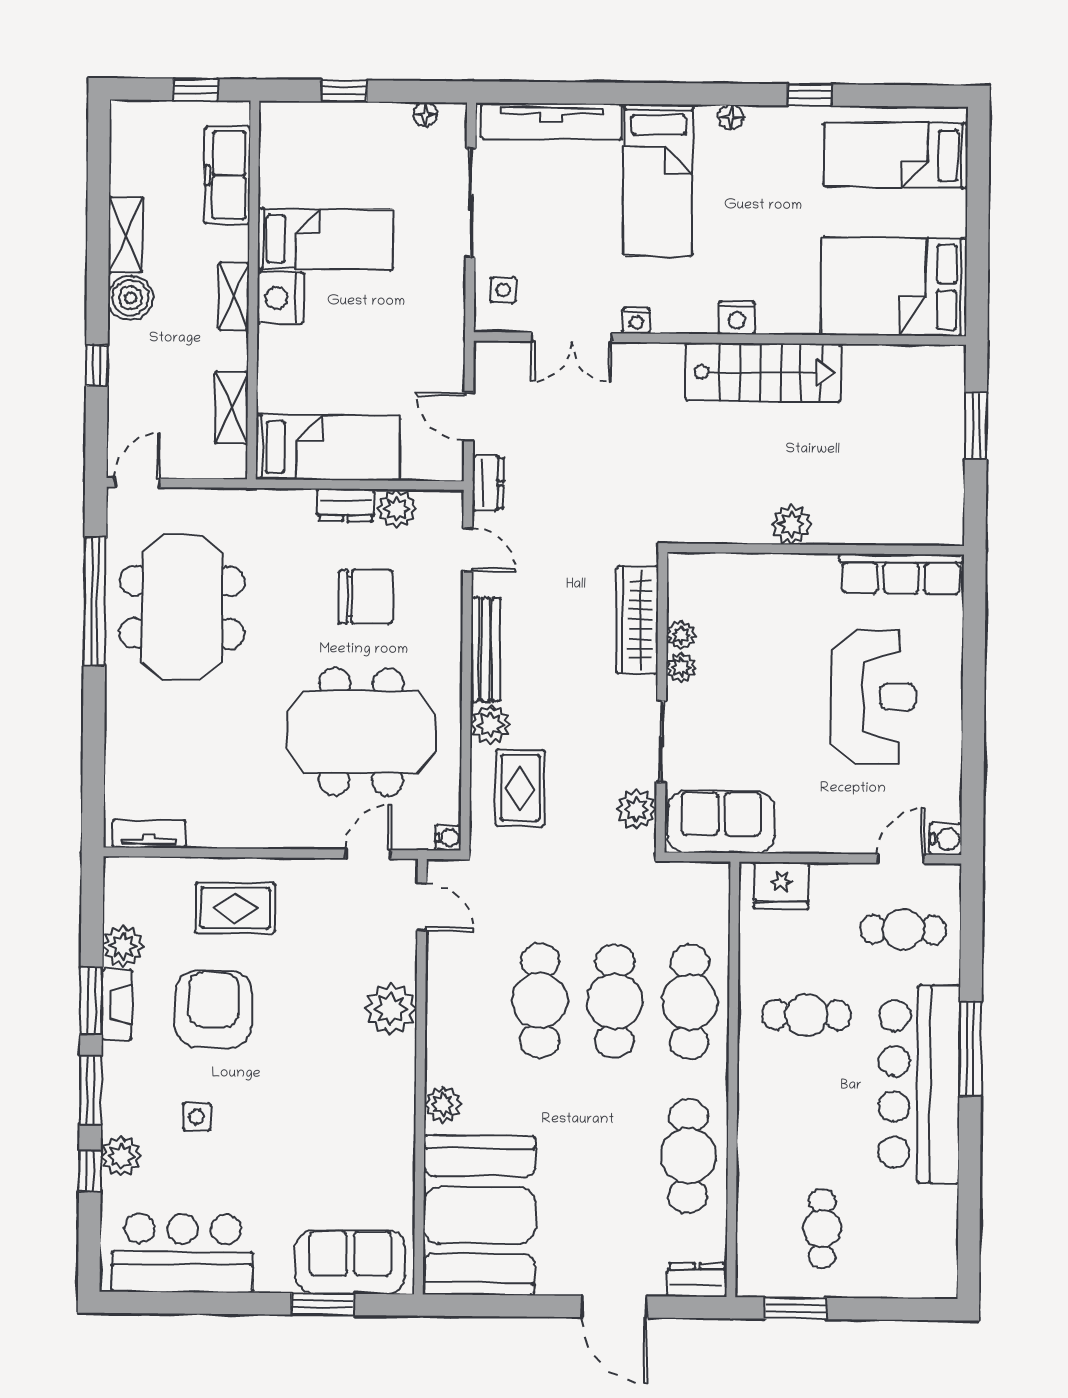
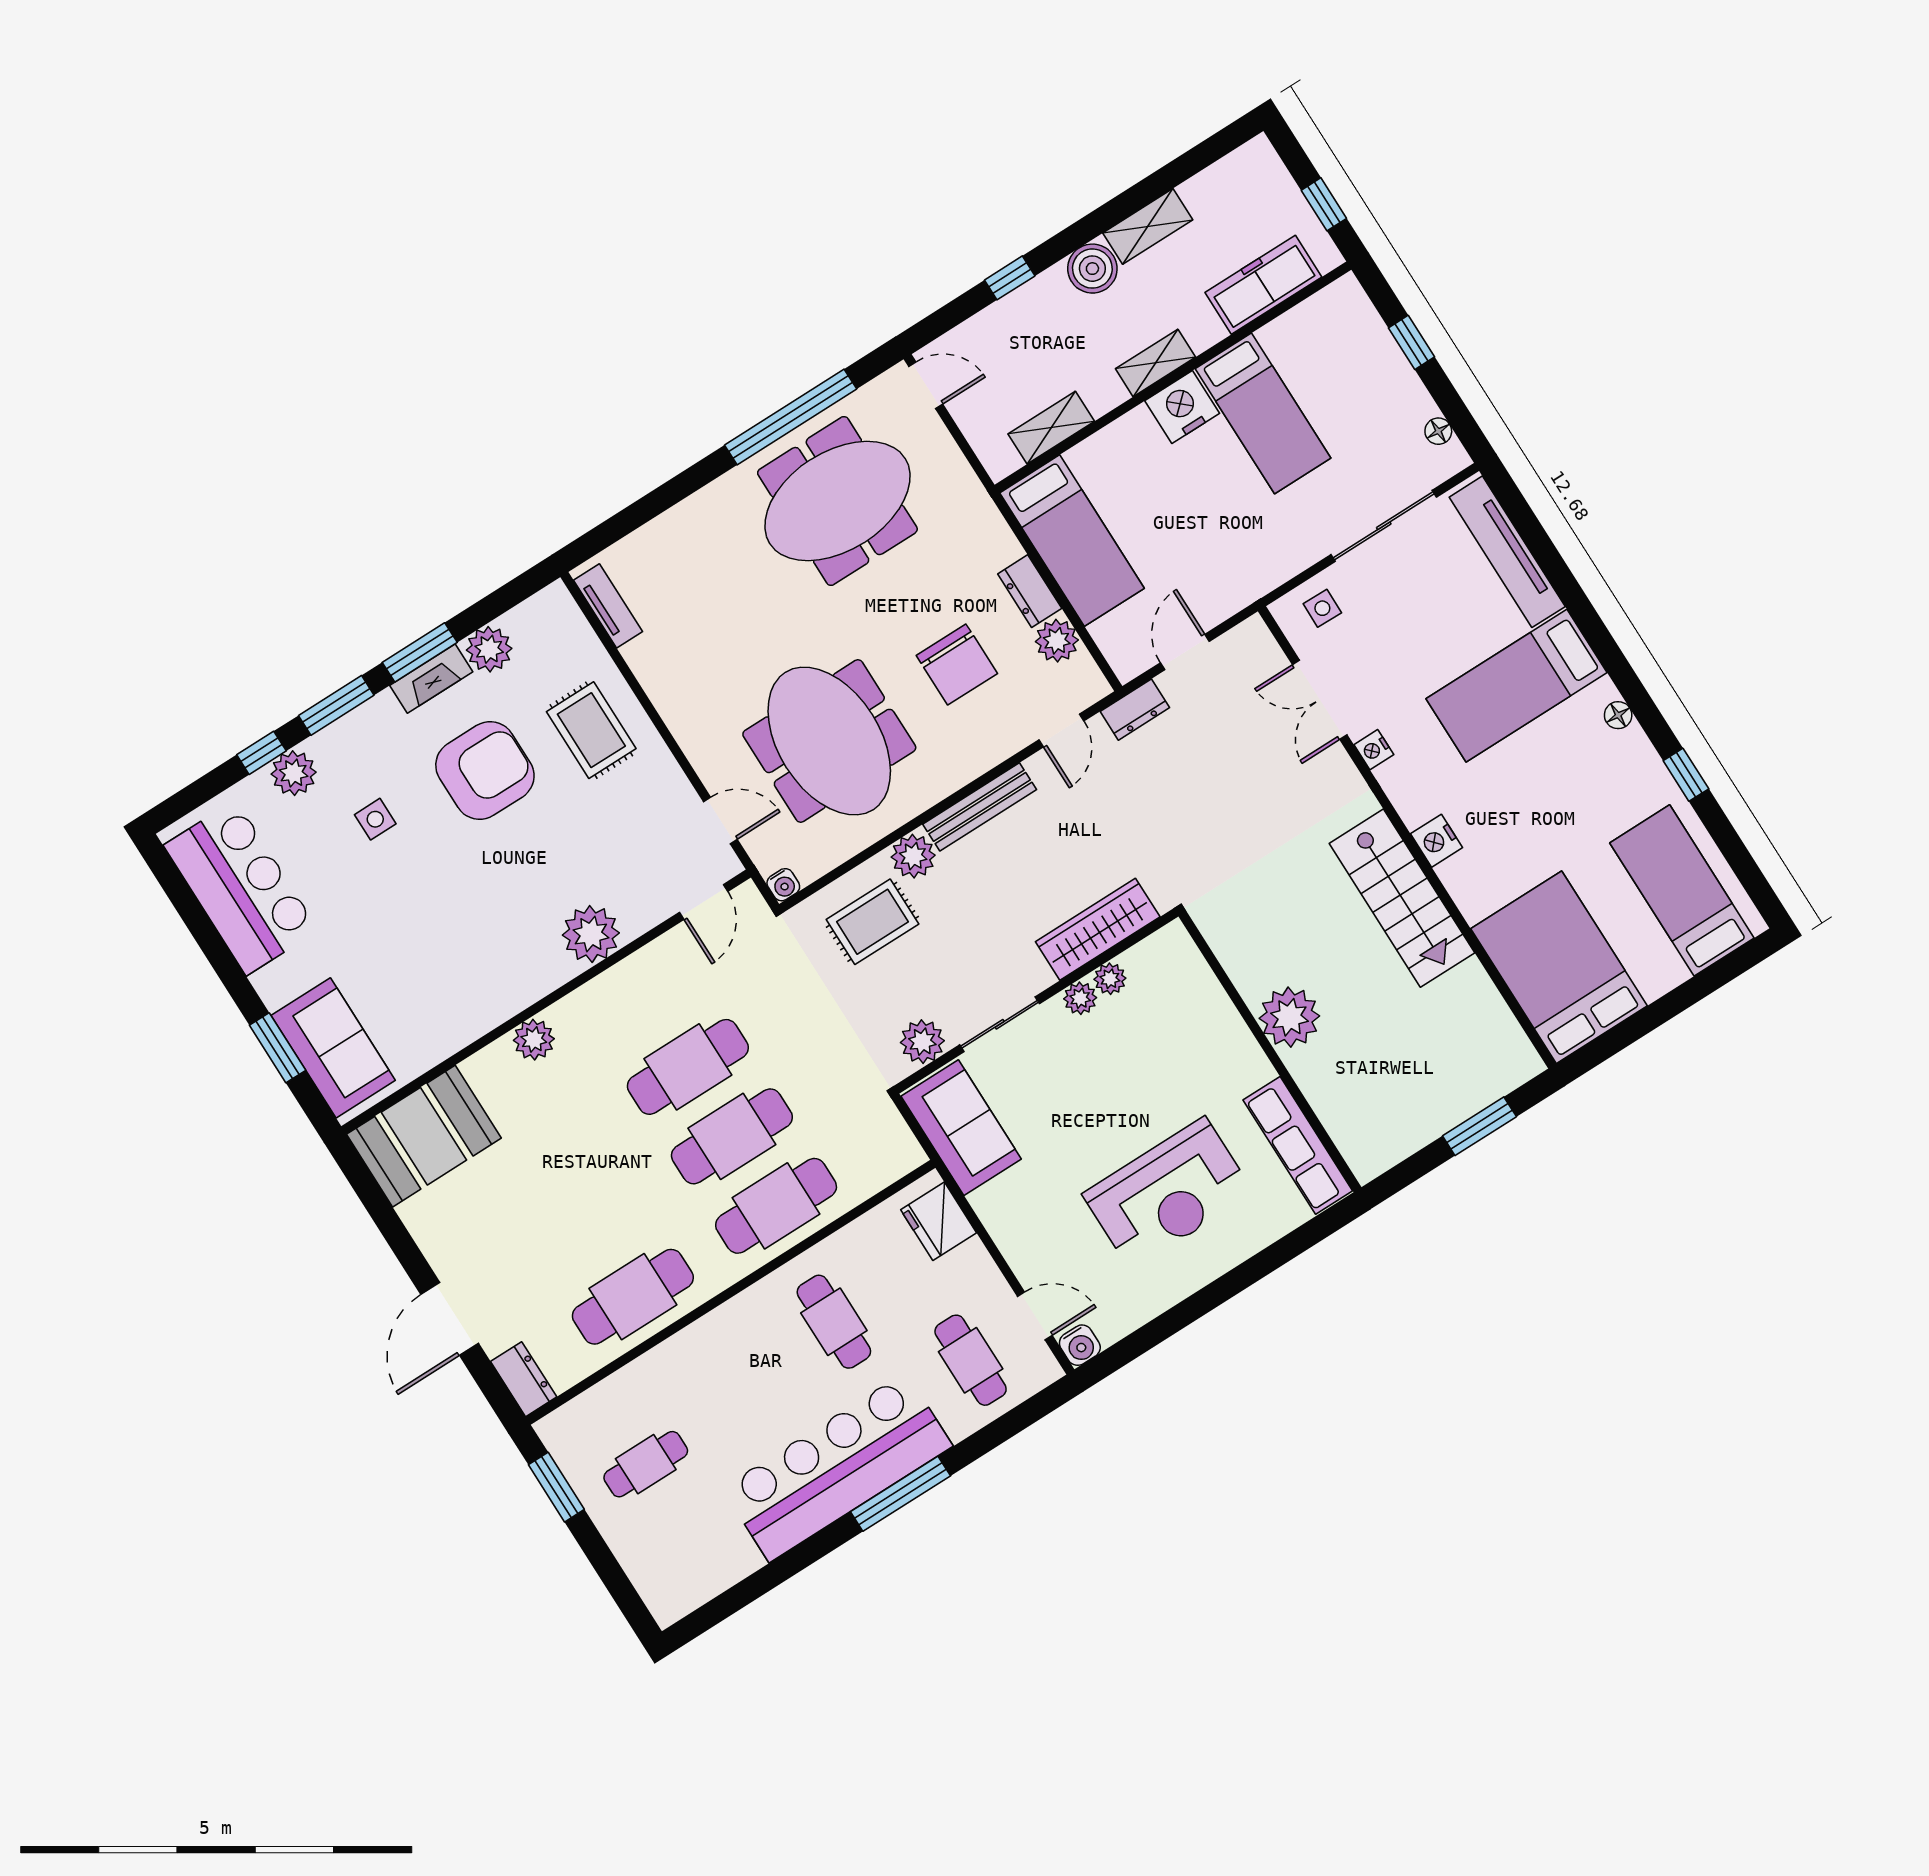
plant: (792, 524) -> (1289, 1017), width x1.36, depth x1.36
booth: (479, 1215) -> (424, 1136), width x0.73, depth x0.70

